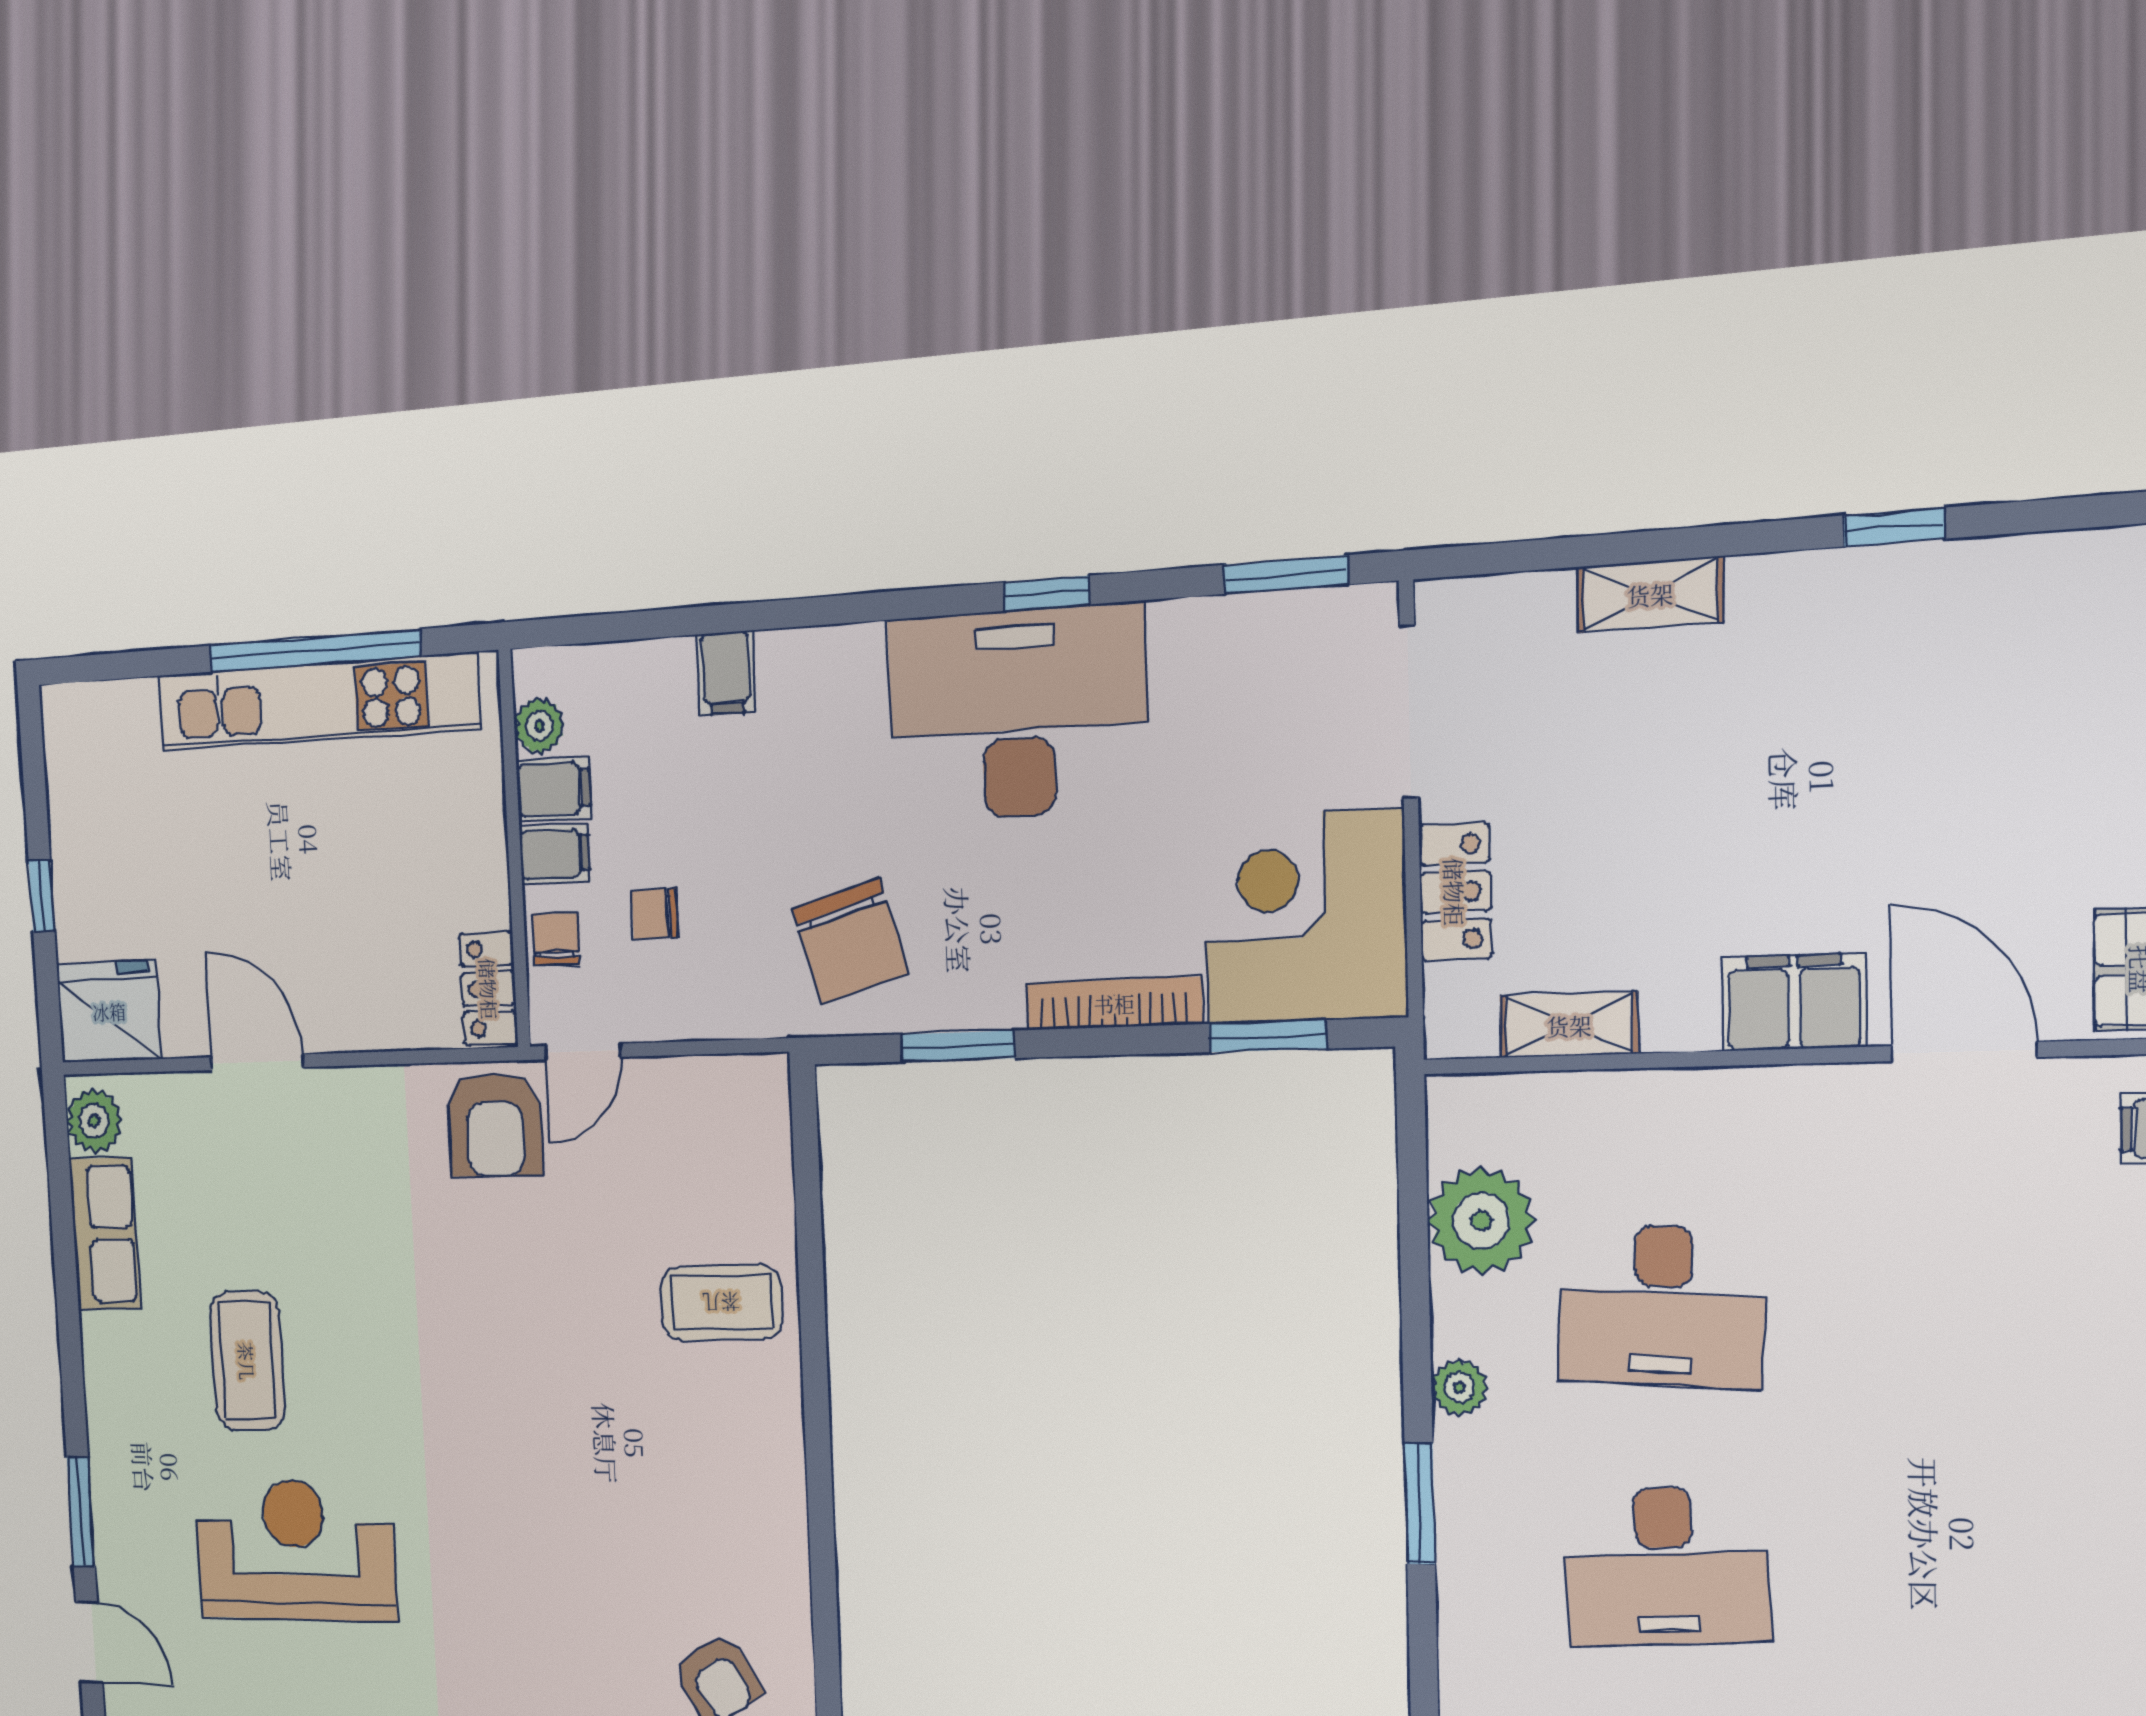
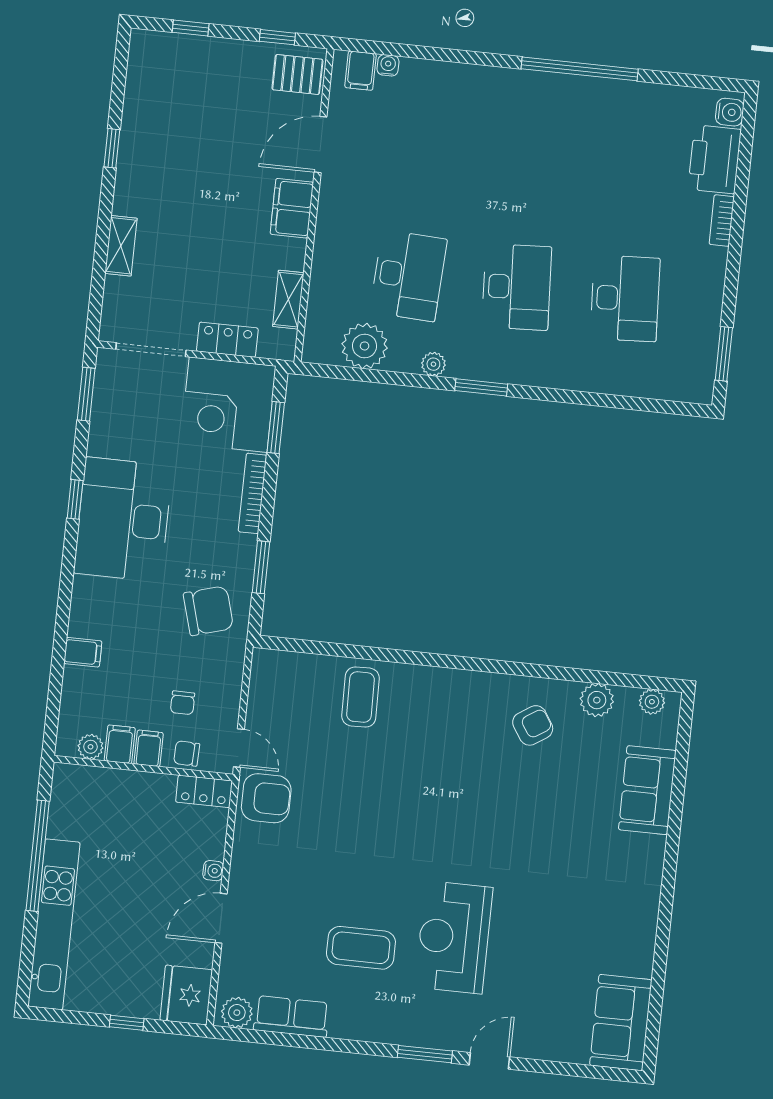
kitchen unit: (317, 702) -> (54, 924), moved
water cooler: (342, 1032) -> (213, 871), added

